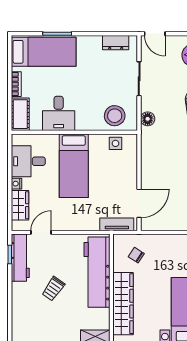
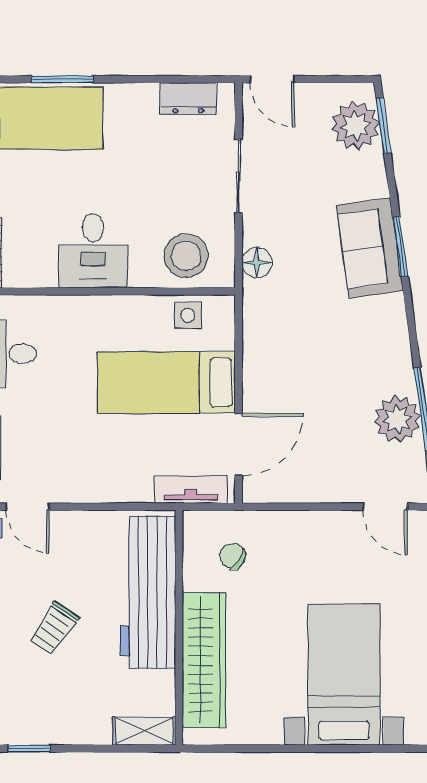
desk: (59, 113) -> (93, 251), moved
bed: (74, 166) -> (166, 383), moved, turned 90
door: (41, 232) -> (28, 507), swing flipped

